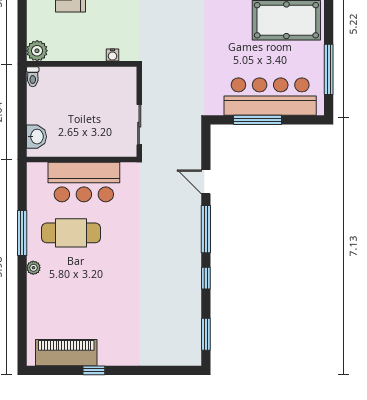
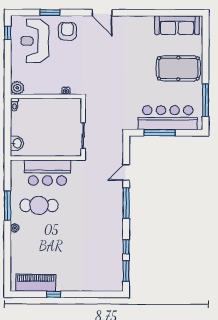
door: (206, 182) -> (126, 173), hinge flipped
window: (206, 278) -> (126, 247), moved

